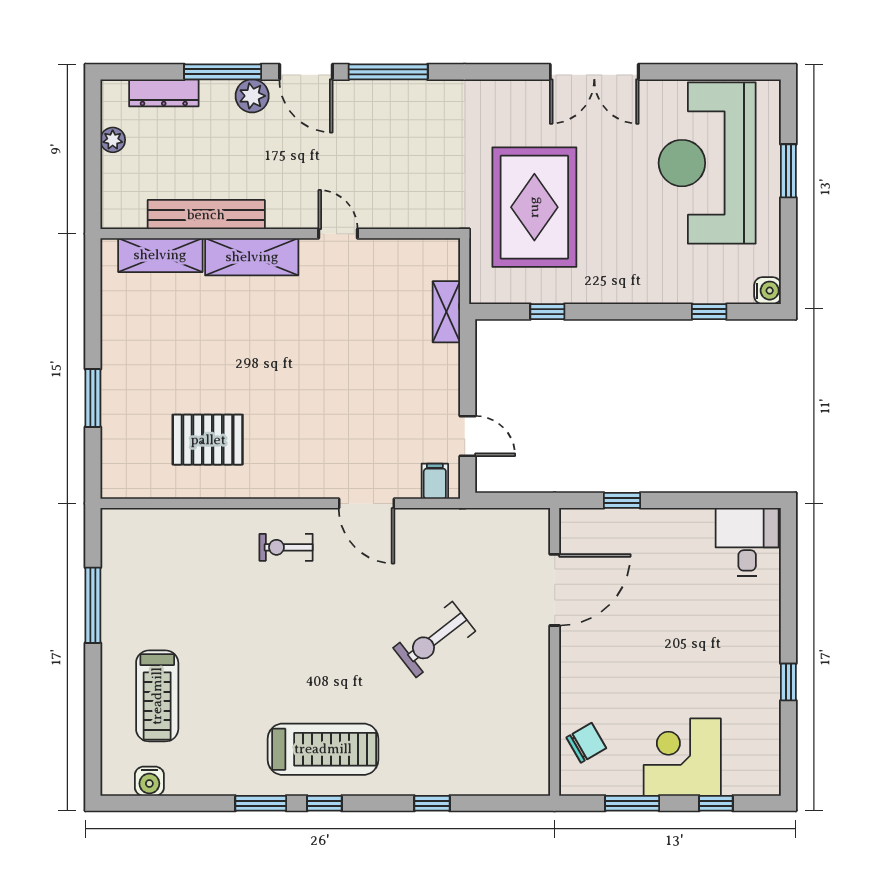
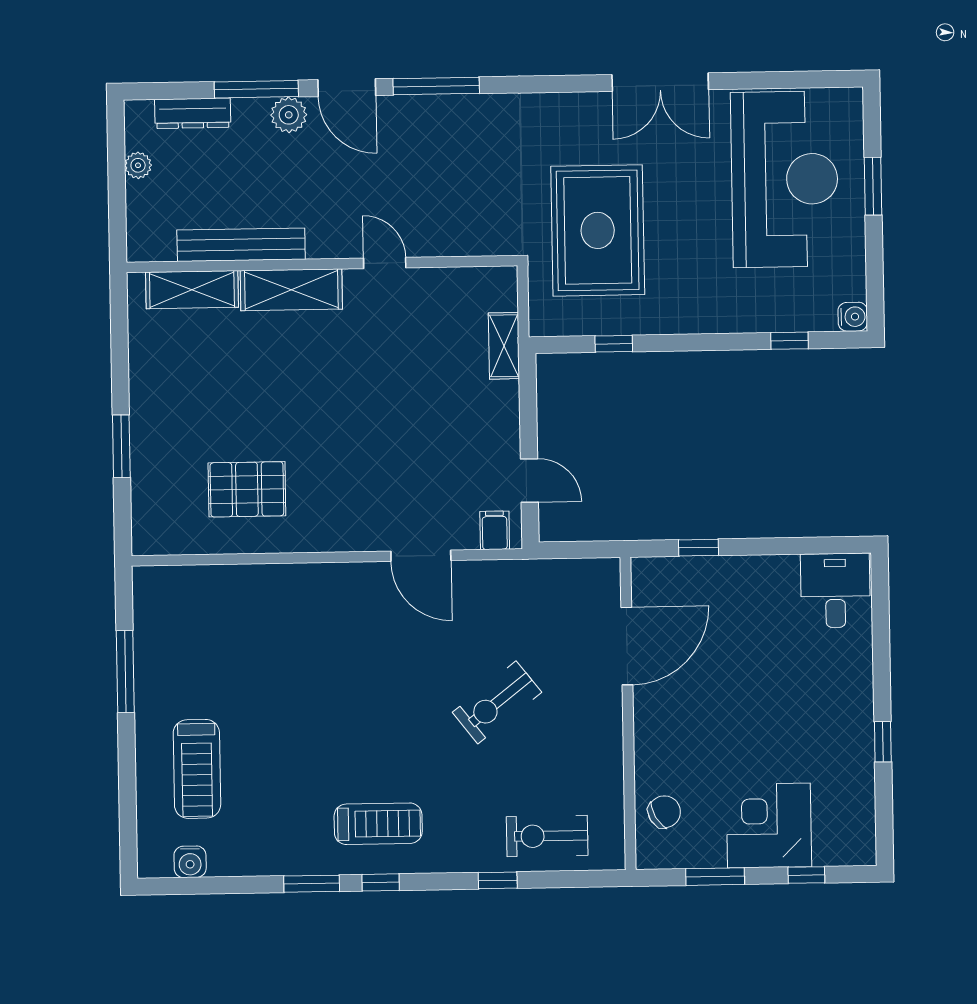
reception desk: (707, 163) -> (785, 179), turned 180
exercise bike: (286, 547) -> (547, 836), moved, width x1.38, depth x1.39
treadmill: (323, 749) -> (378, 824), width x0.73, depth x0.73

